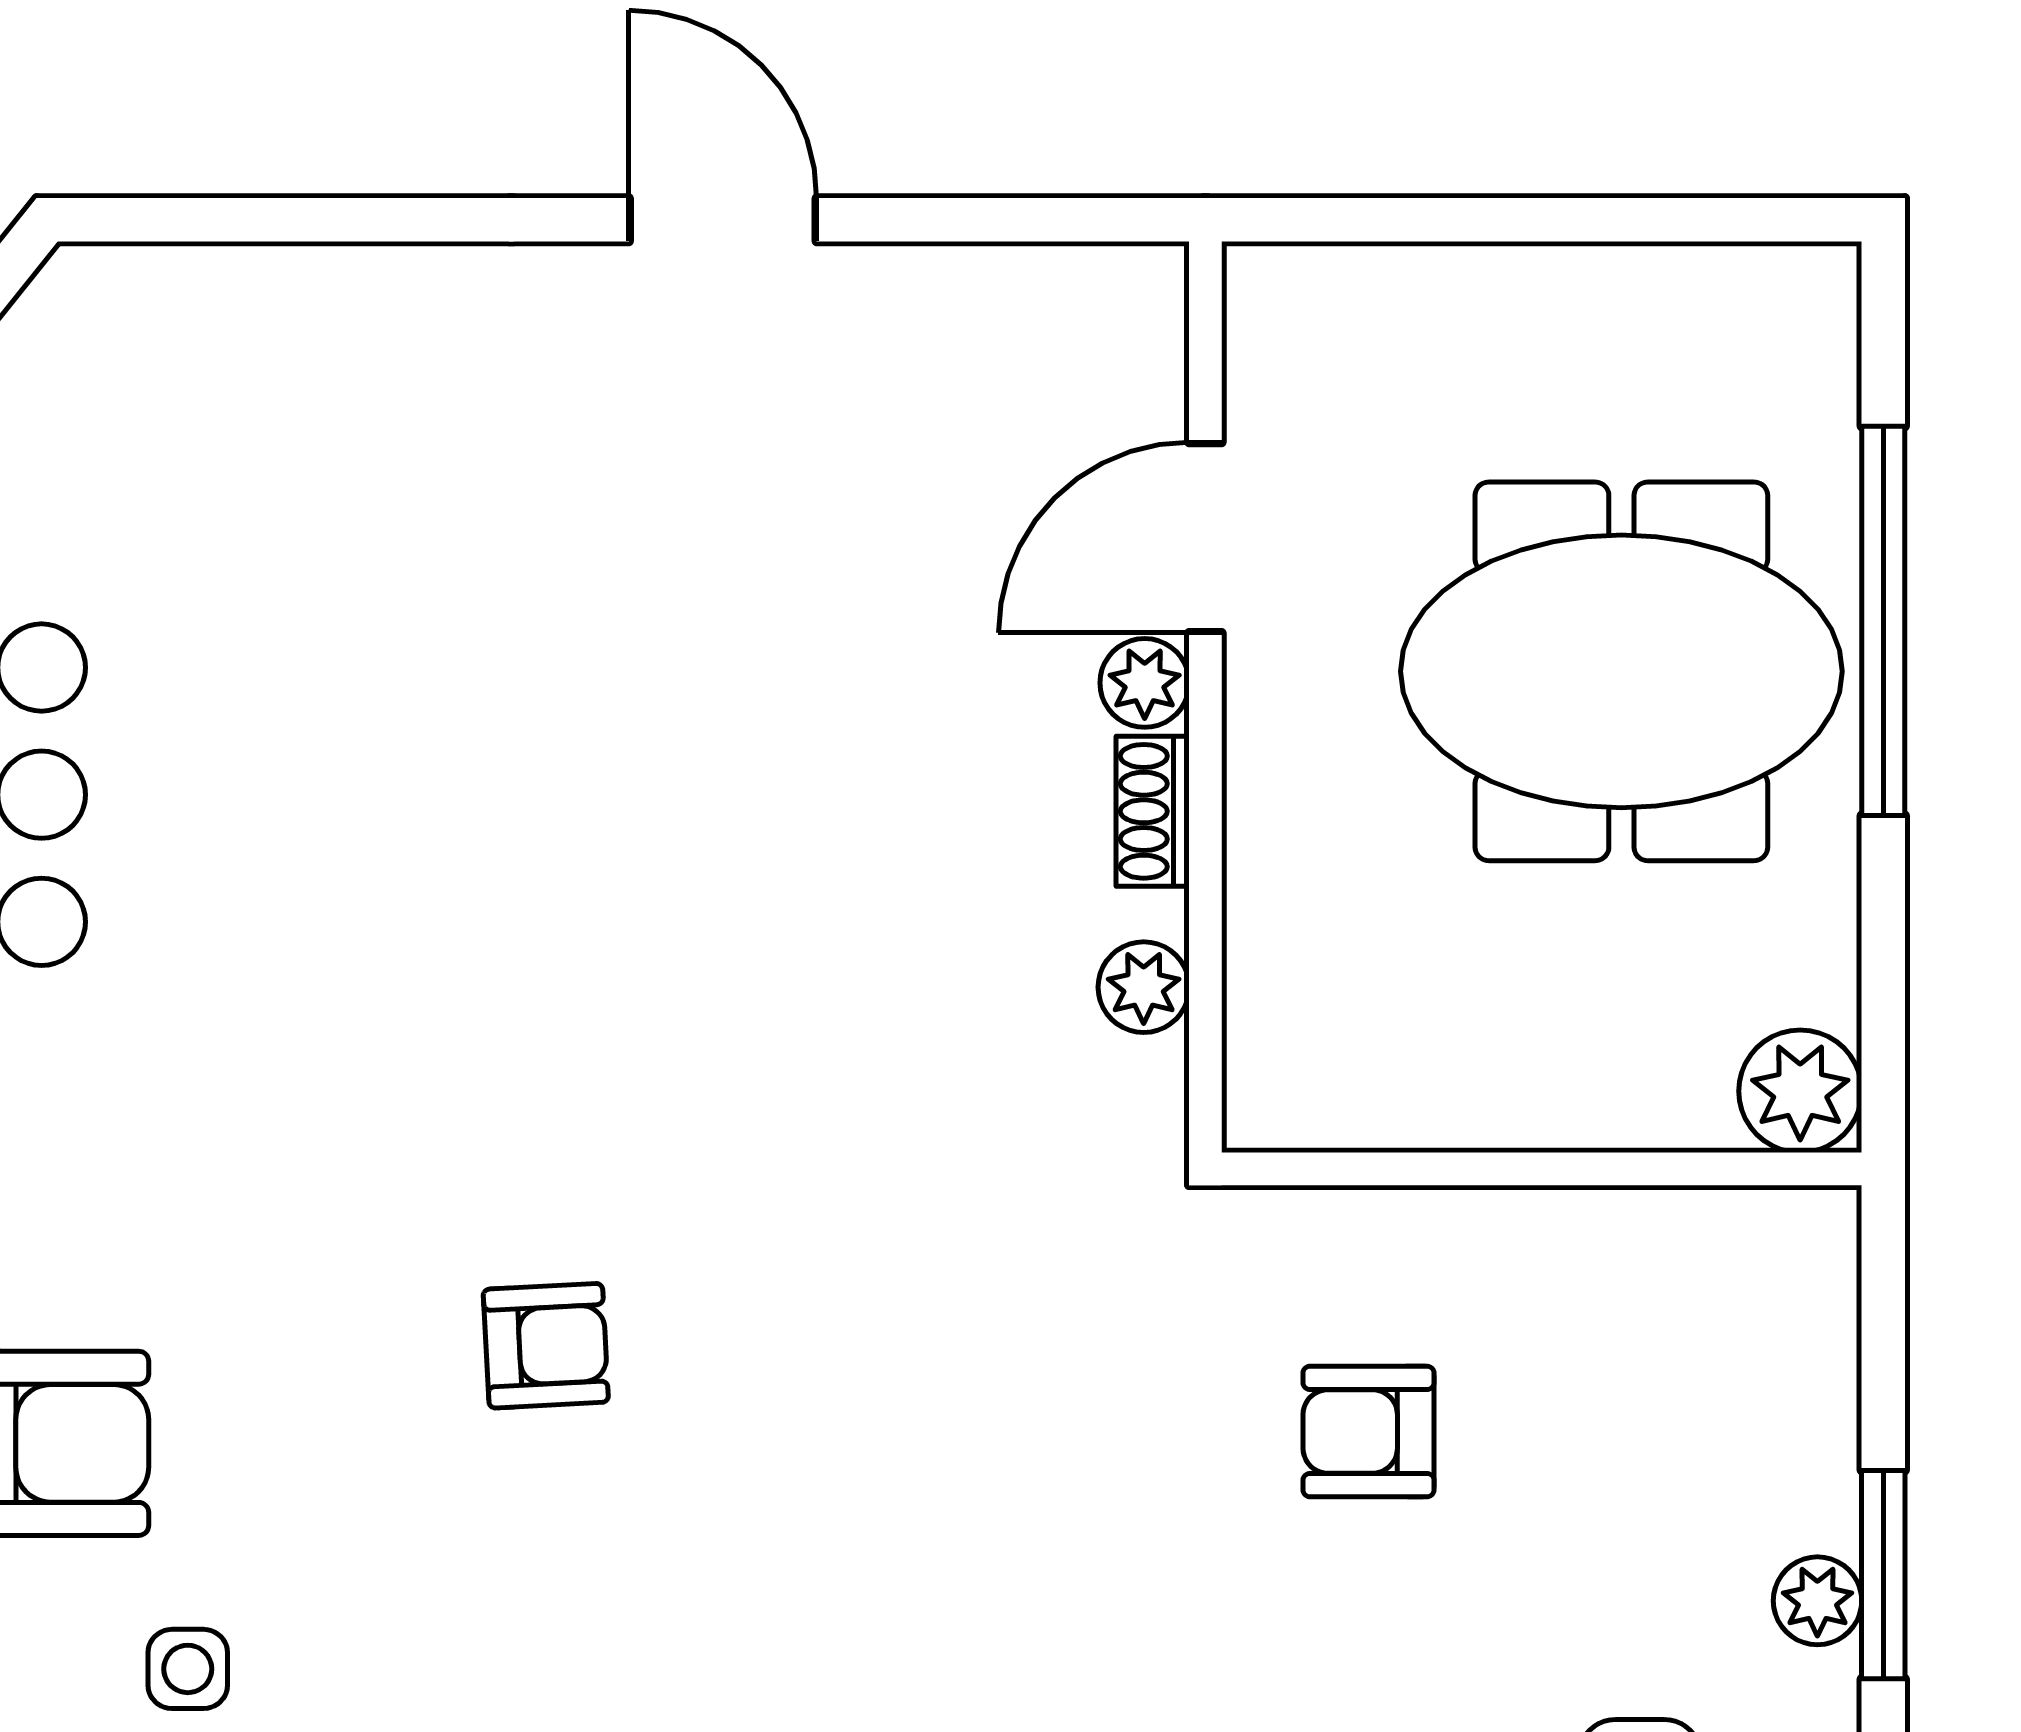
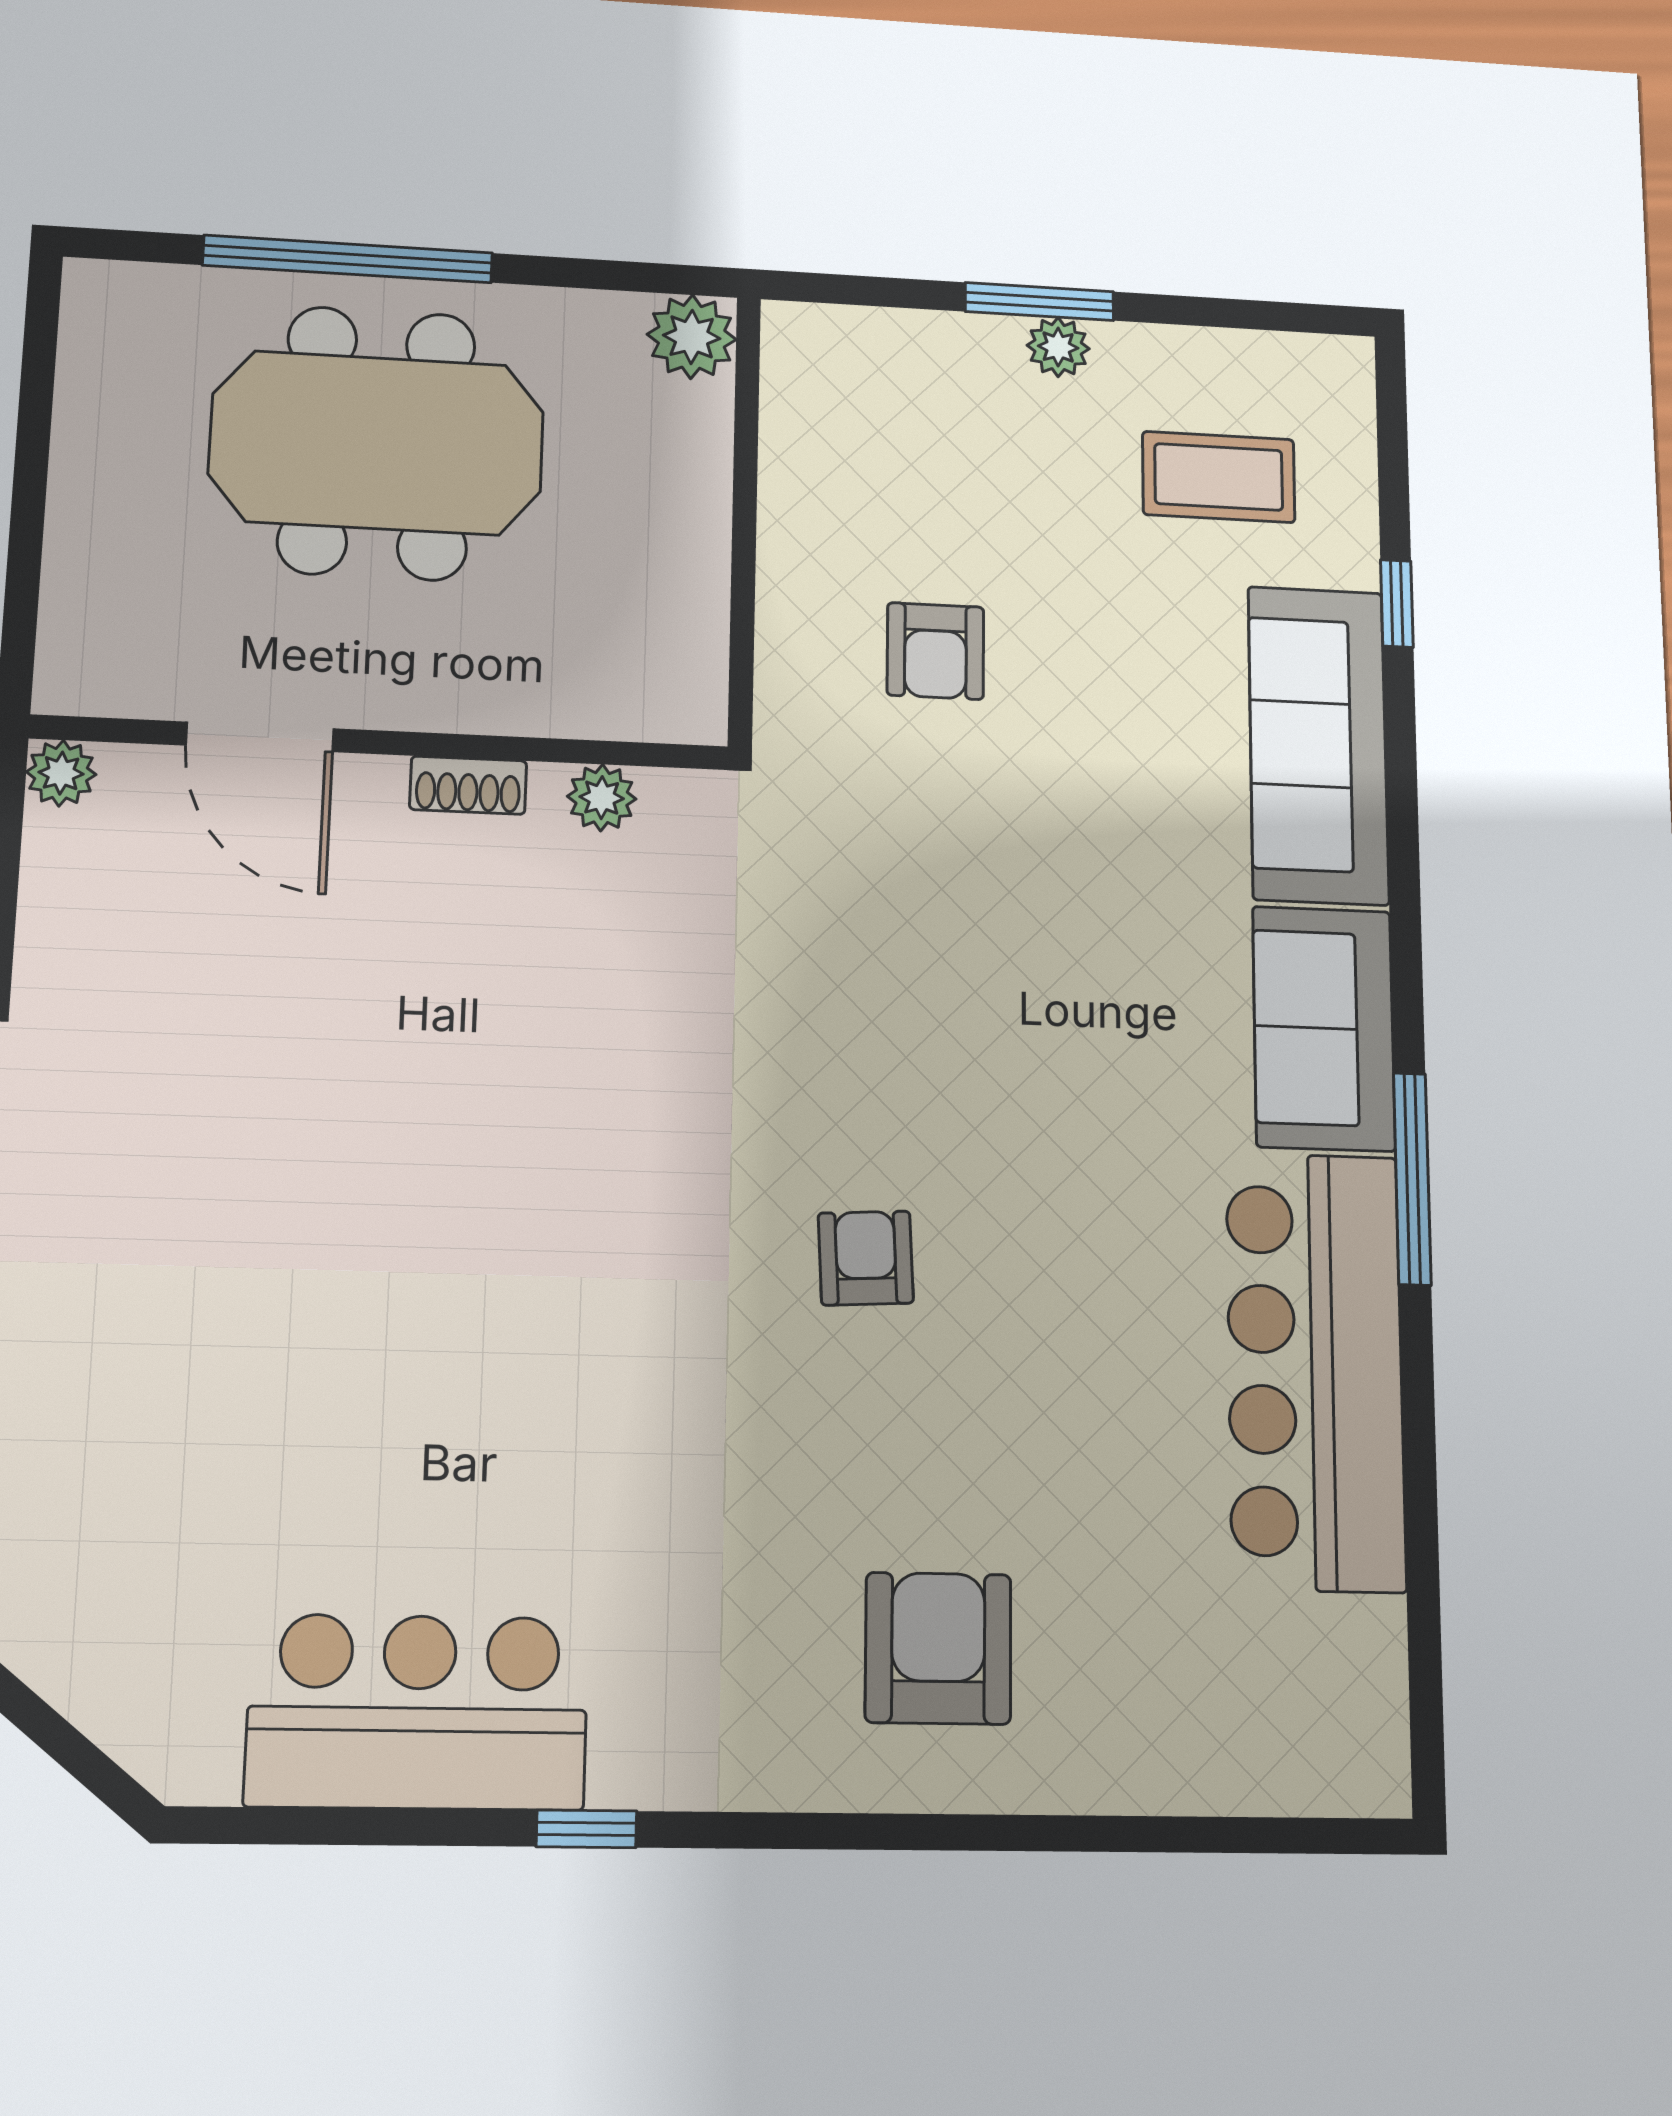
meeting table: (1621, 671) -> (377, 443), turned 90
plant: (1145, 683) -> (61, 773), moved
side table: (188, 1669) -> (1113, 1545), removed

